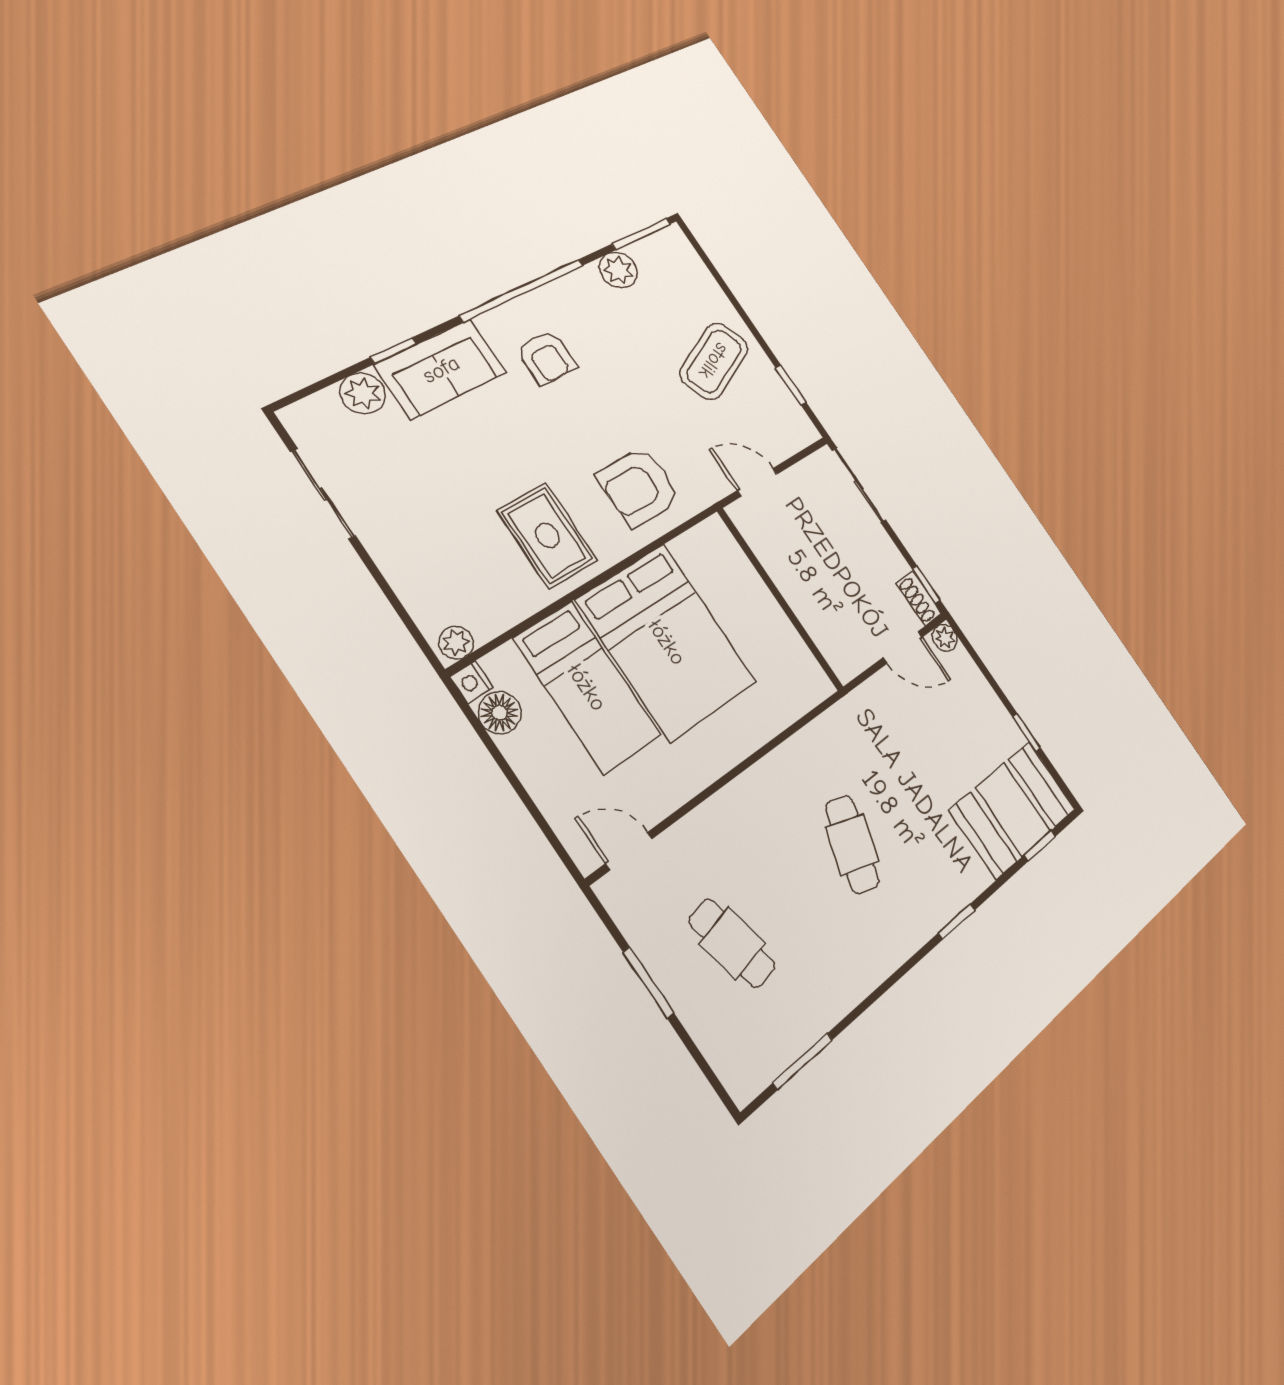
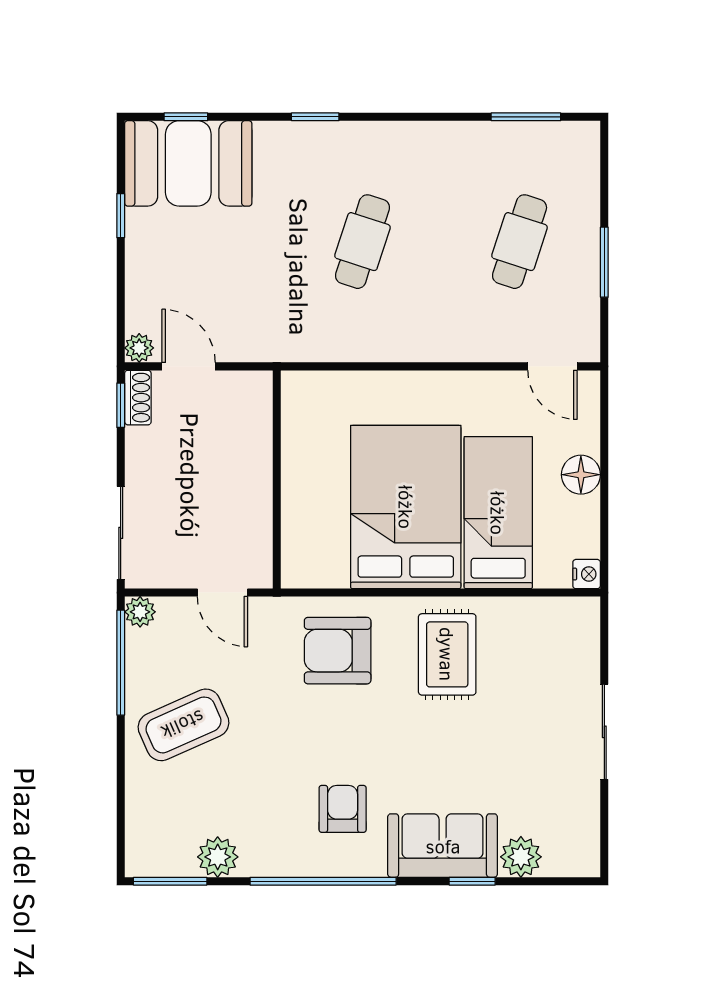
window: (791, 385) -> (121, 663), width x2.17
armchair: (639, 487) -> (338, 651), turned 180
sliding door: (323, 494) -> (604, 732), moved
plant: (456, 643) -> (140, 612), moved
floor lamp: (500, 713) -> (581, 475), moved
cafe table: (732, 943) -> (520, 242), turned 30

